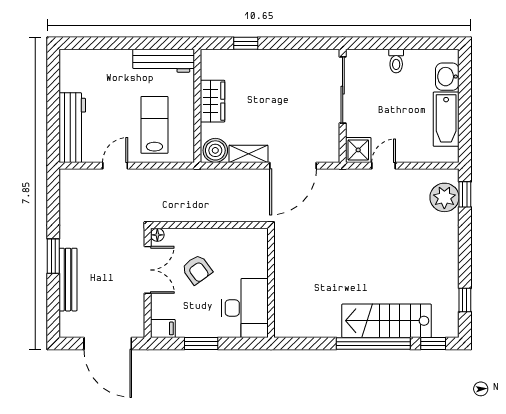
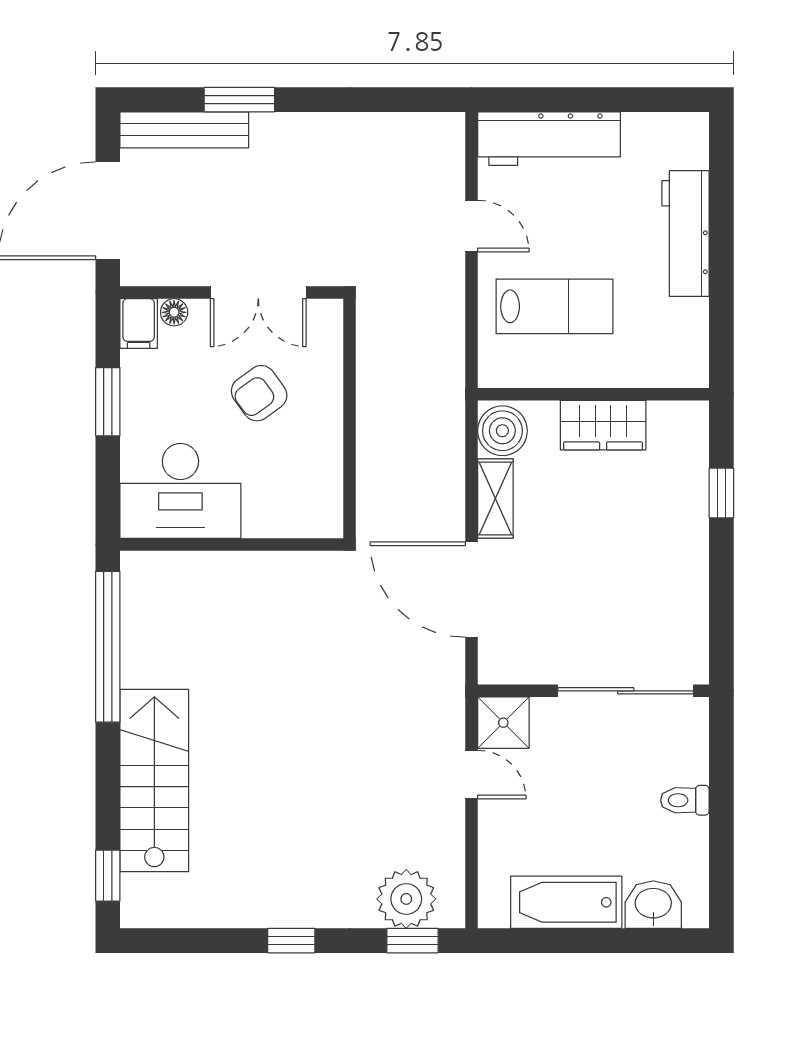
workbench: (164, 61) -> (686, 233), moved
floor lamp: (157, 235) -> (174, 312), moved
window: (53, 256) -> (239, 100), moved
bench: (68, 280) -> (184, 130), moved
window: (465, 300) -> (291, 941), moved
window: (373, 344) -> (108, 647), moved

